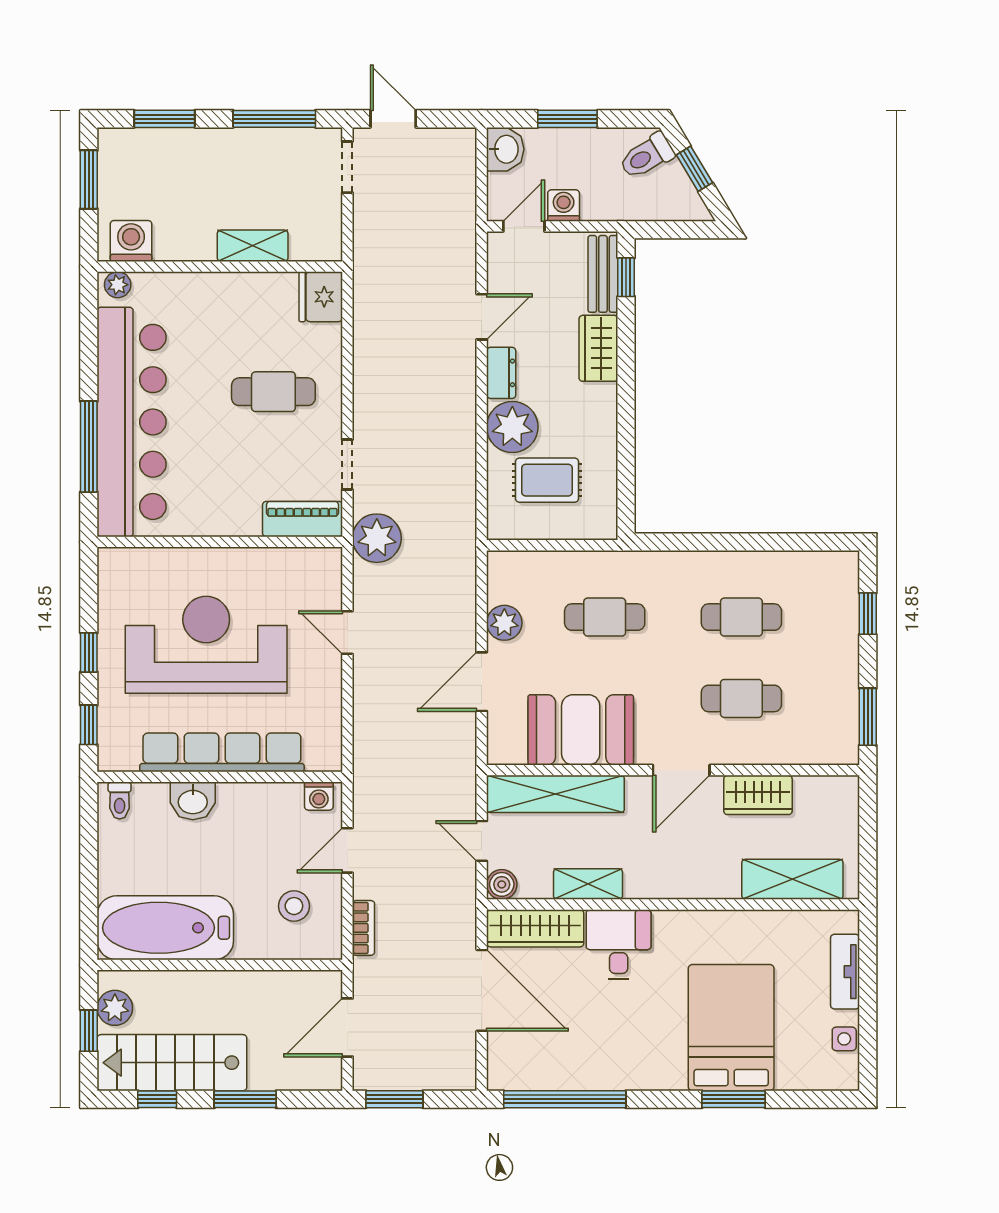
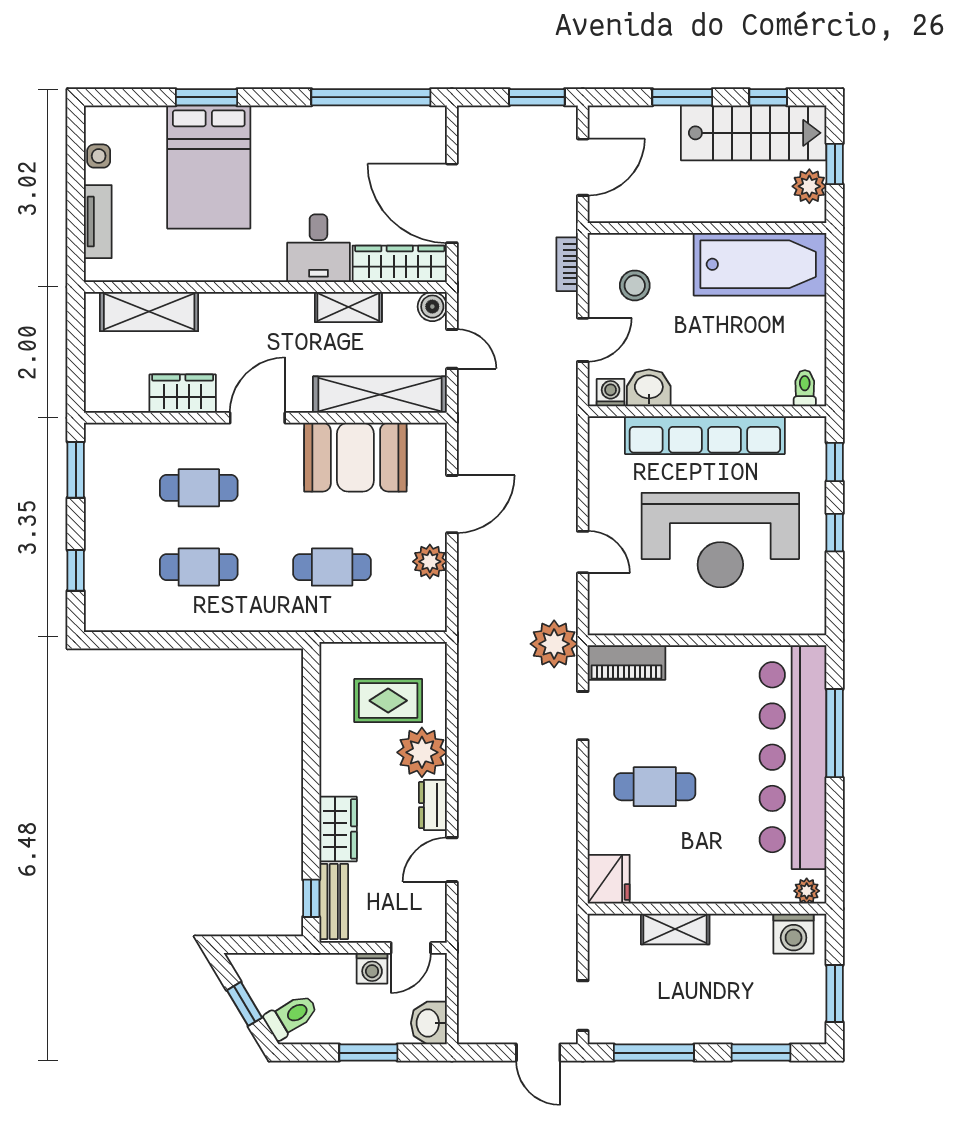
washbasin: (193, 801) -> (649, 388), moved

